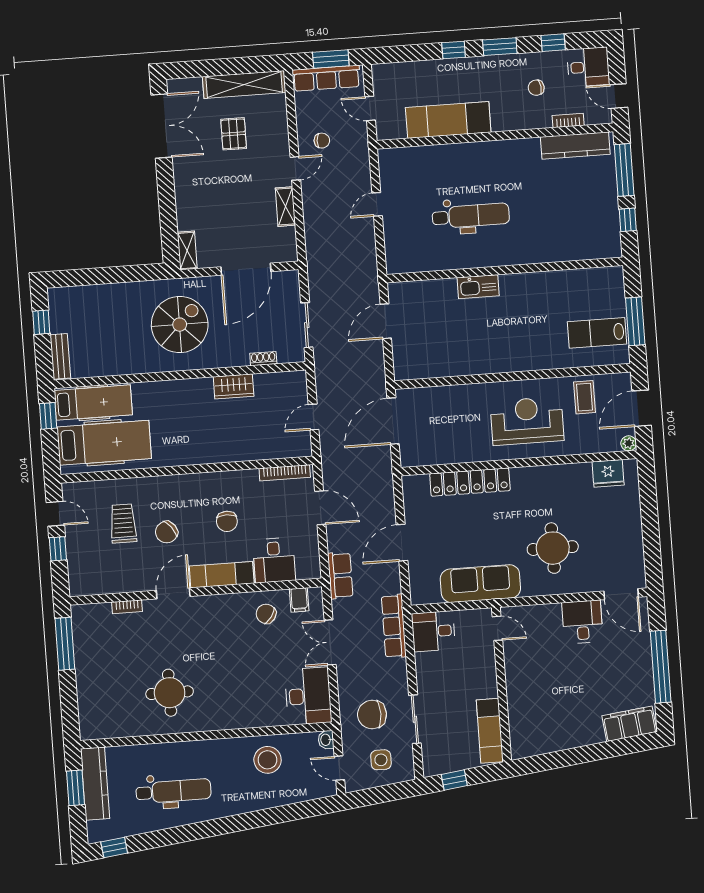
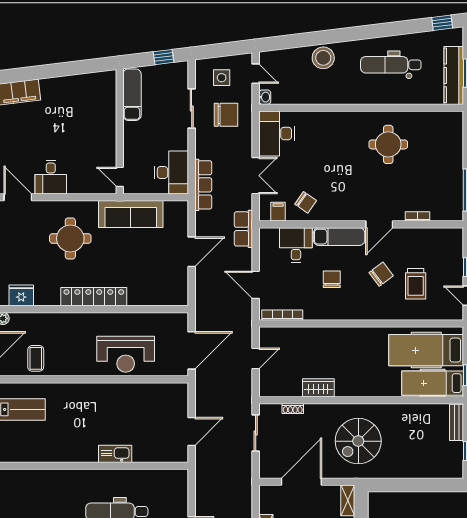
reception desk: (527, 421) -> (126, 354), moved
locker: (470, 482) -> (94, 297), moved
desk: (433, 631) -> (172, 172), width x1.37
stool: (268, 760) -> (323, 58), moved

